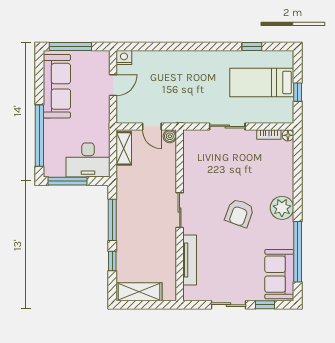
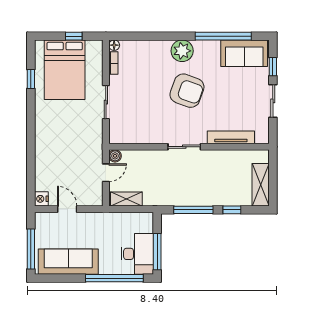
bed: (262, 82) -> (65, 70), width x1.50
desk: (88, 160) -> (137, 254), moved
armchair: (239, 213) -> (187, 91), width x1.36, depth x1.36

